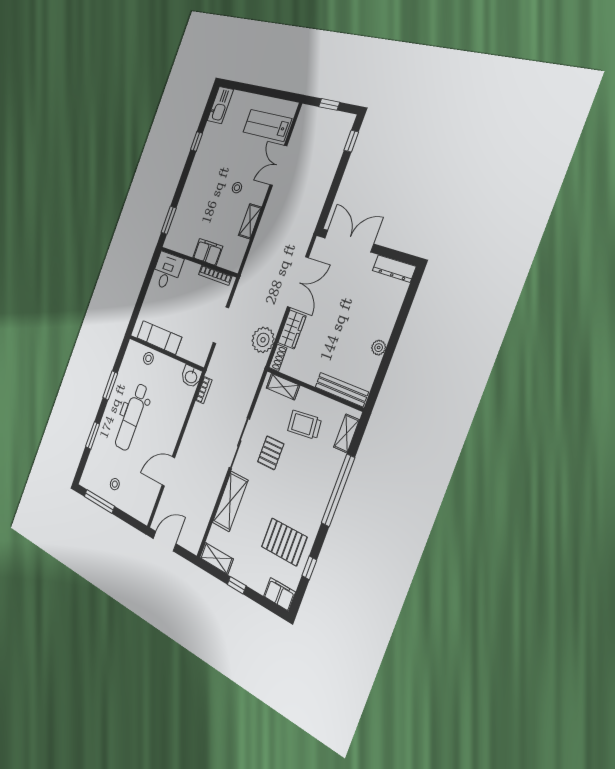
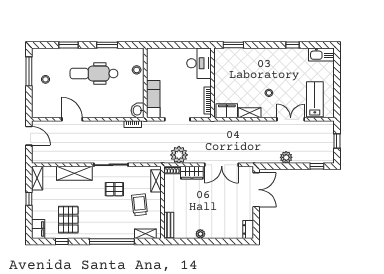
plant: (323, 184) -> (286, 157), added
filing cabinet: (208, 252) -> (227, 111), moved, turned -90
dresser: (394, 269) -> (248, 229), width x0.70
desk: (167, 271) -> (199, 63), width x1.37
exam couch: (159, 337) -> (153, 99), moved
bench: (341, 389) -> (169, 225), width x0.73

